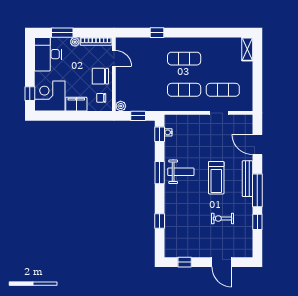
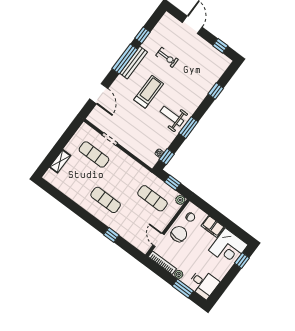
shelving: (247, 49) -> (60, 161), moved
desk: (48, 54) -> (203, 284), width x0.73
chair: (100, 76) -> (179, 234), turned -90
exercise mat: (184, 90) -> (152, 198), moved
bench: (247, 179) -> (134, 63), moved

